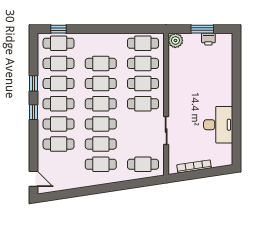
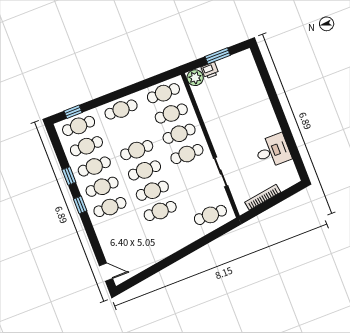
printer: (208, 39) -> (210, 70), moved
cafe table: (101, 63) -> (121, 110), moved
desk: (218, 125) -> (273, 151), width x0.73
cafe table: (59, 144) -> (118, 227), removed
cafe table: (101, 164) -> (168, 231), removed

